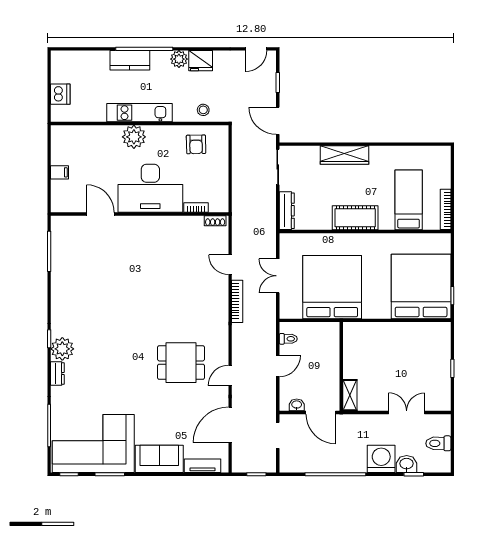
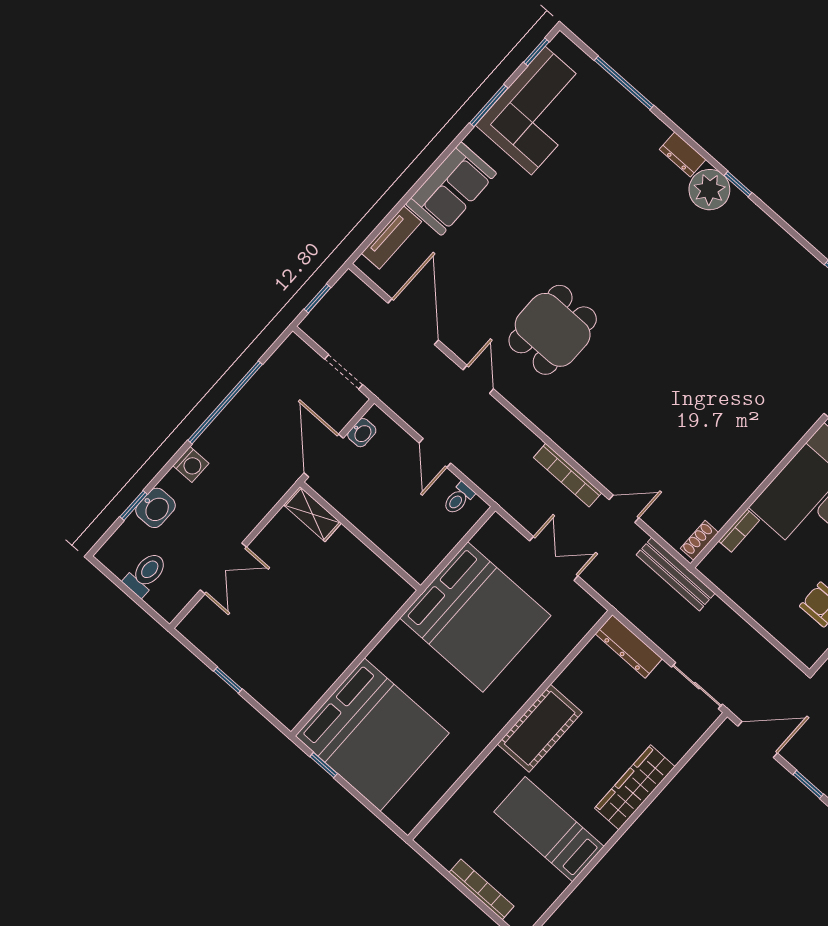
bed: (409, 200) -> (549, 829), moved, turned 180
bookcase: (446, 209) -> (481, 889), moved
bench: (238, 218) -> (676, 574), added
door: (321, 412) -> (324, 456), hinge flipped
corner sofa: (93, 444) -> (538, 111), width x0.73, depth x0.74
washing machine: (381, 459) -> (191, 465), width x0.53, depth x0.53

